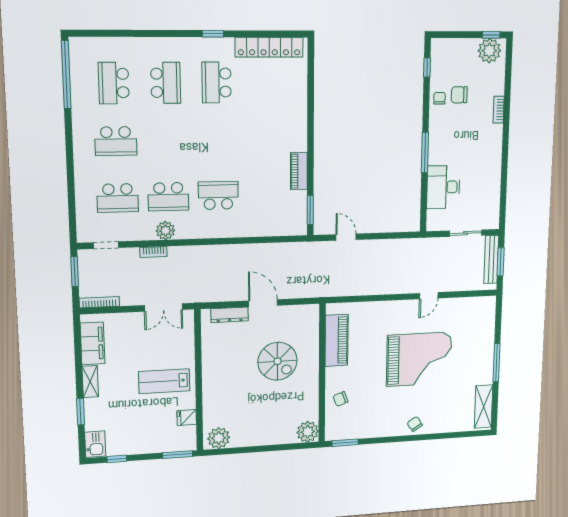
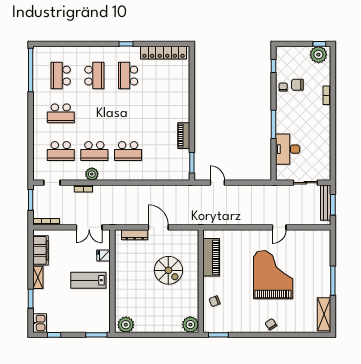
school desk: (218, 195) -> (128, 151), turned 180
grand piano: (419, 359) -> (273, 275), turned -90
fridge: (187, 418) -> (103, 256), moved

